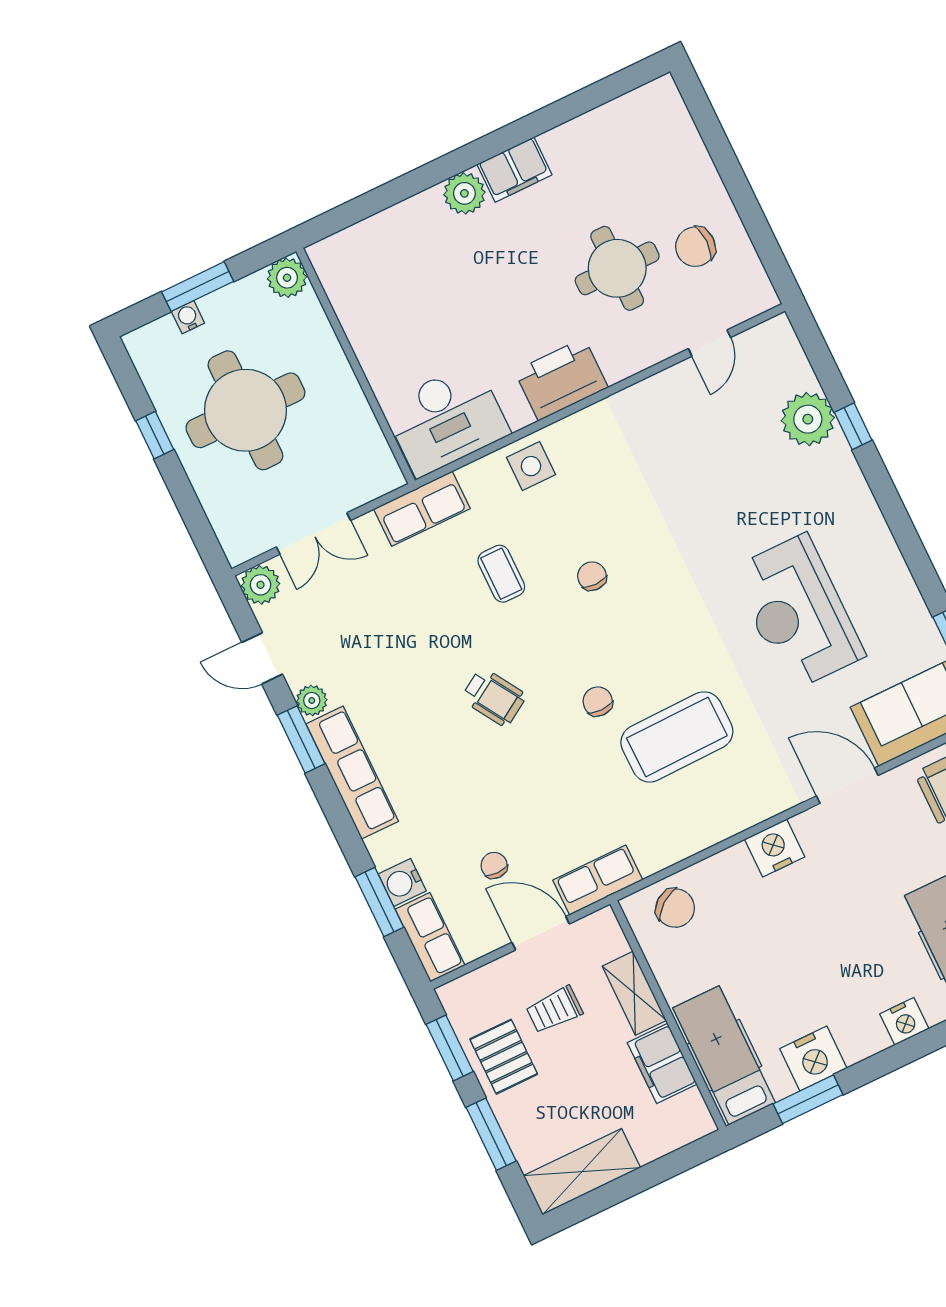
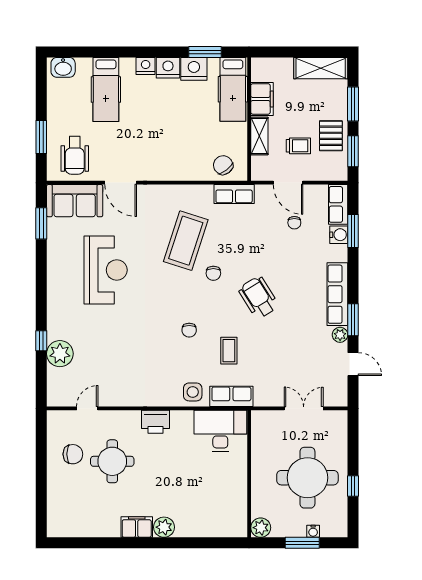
printer: (561, 379) -> (156, 422), width x0.73, depth x0.84
row of seats: (422, 509) -> (231, 396), moved
plant: (261, 585) -> (338, 397), removed
wheelchair: (494, 697) -> (259, 297), width x1.36, depth x1.37
coffee table: (677, 737) -> (186, 241), turned -71
nightstand: (775, 848) -> (168, 68), moved, turned 180
row of seats: (598, 880) -> (234, 194), moved

